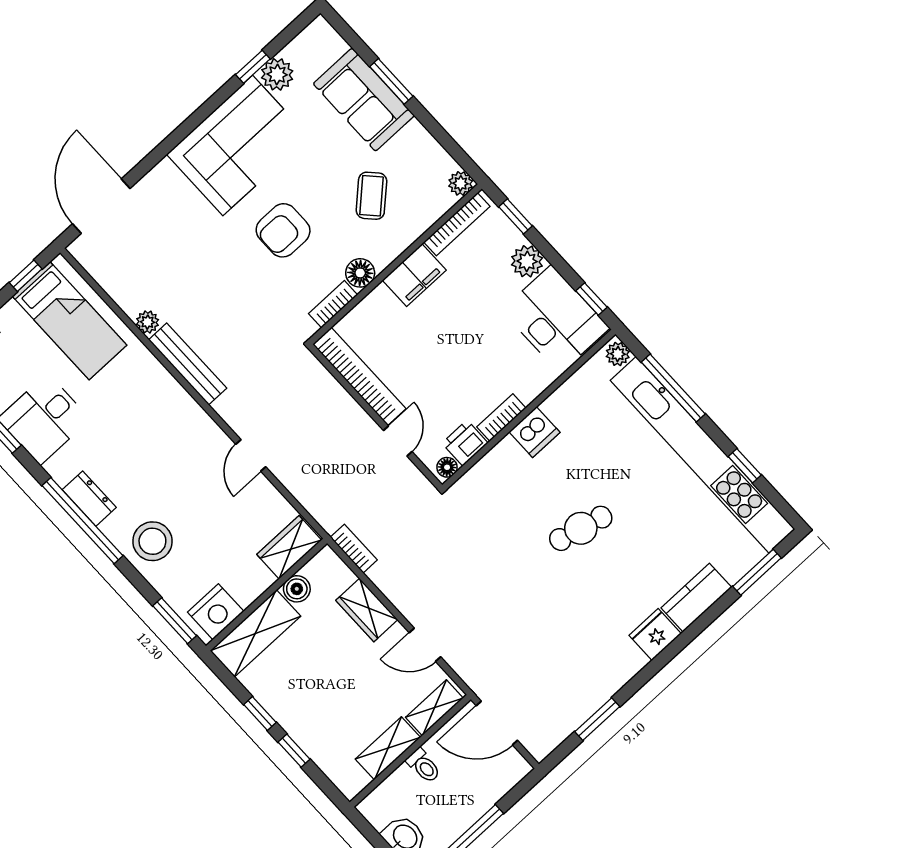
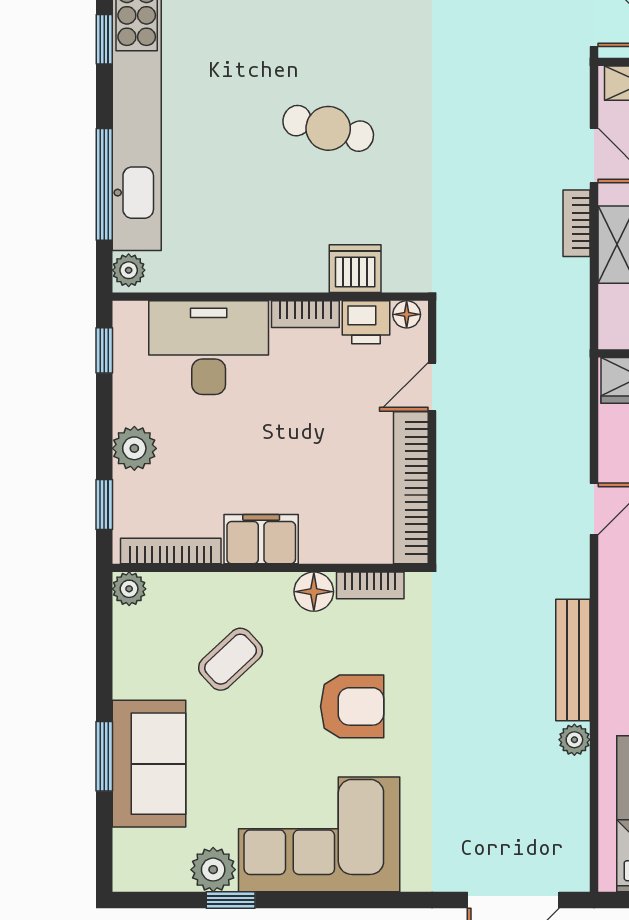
desk: (556, 319) -> (209, 348), moved, turned 90
dishwasher: (535, 432) -> (355, 269), moved
bookcase: (354, 549) -> (577, 223), moved

